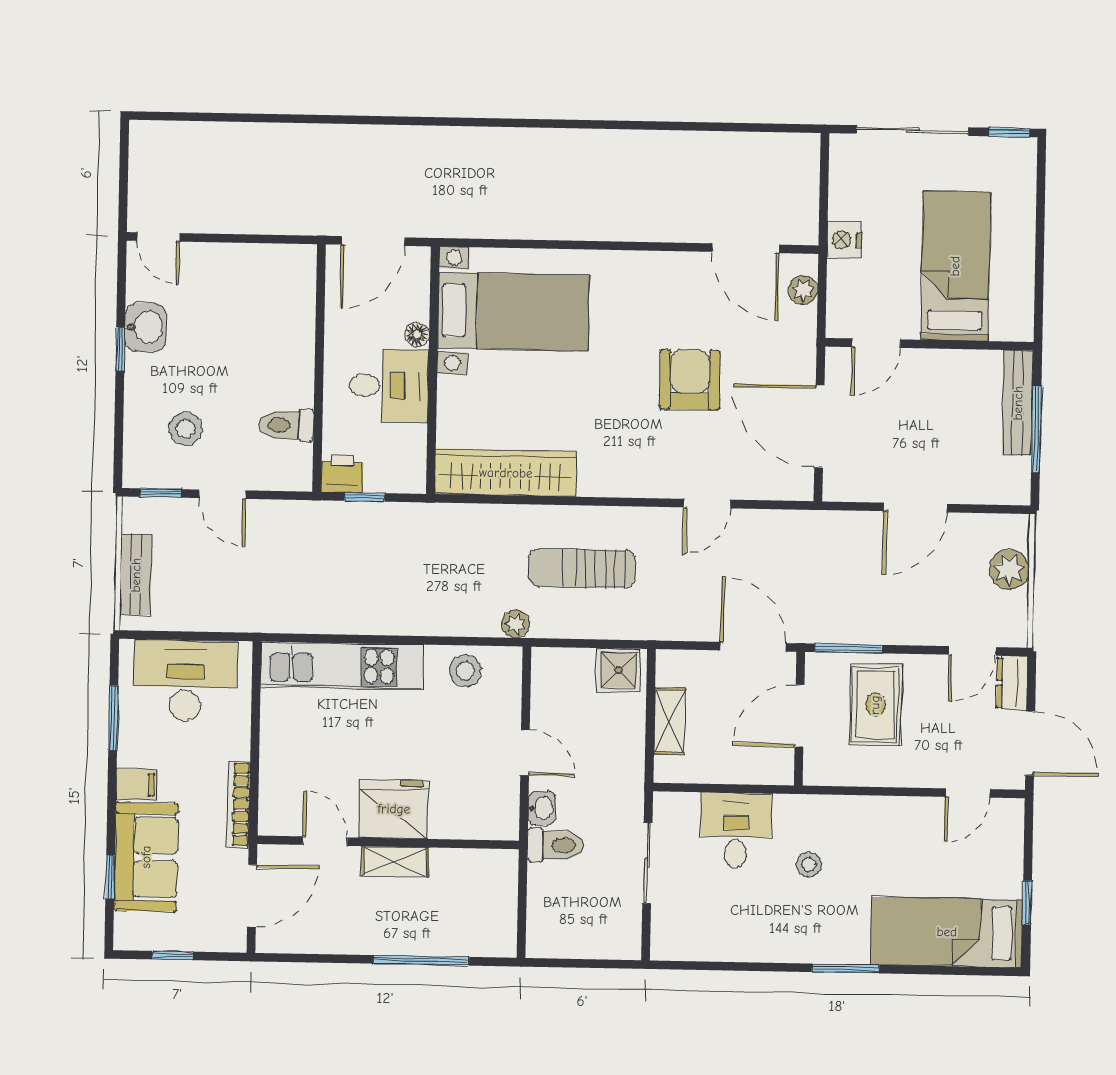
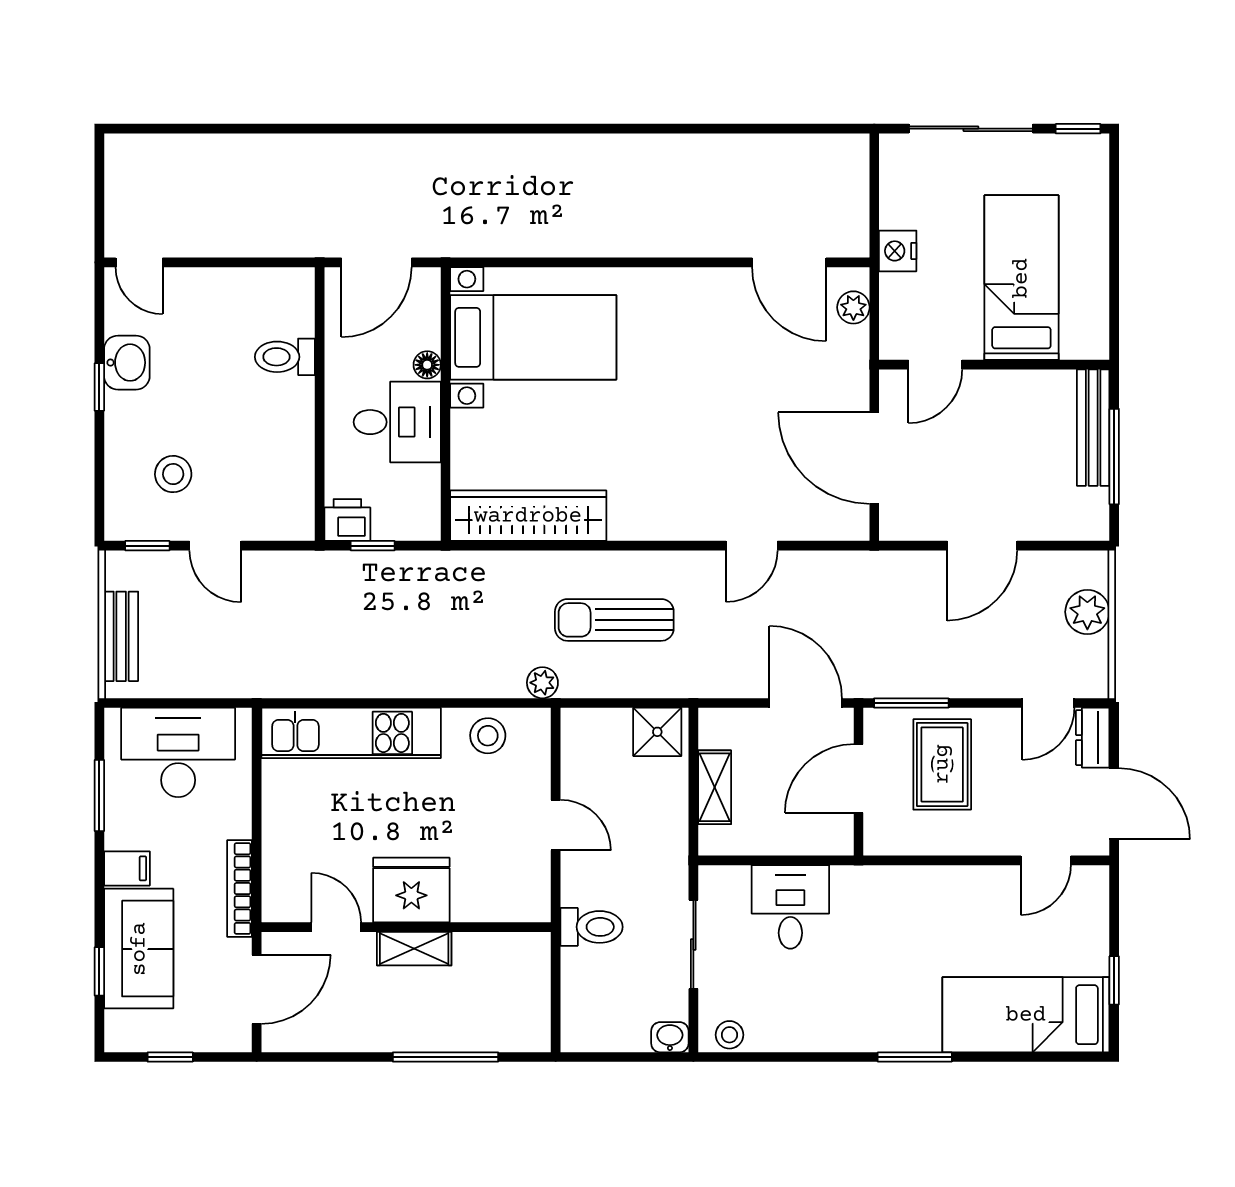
armchair: (690, 380) -> (730, 409), removed
toilet: (287, 425) -> (285, 357), moved
washbasin: (542, 808) -> (670, 1037), moved, turned -90
stool: (809, 865) -> (729, 1035), moved

